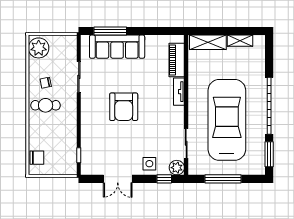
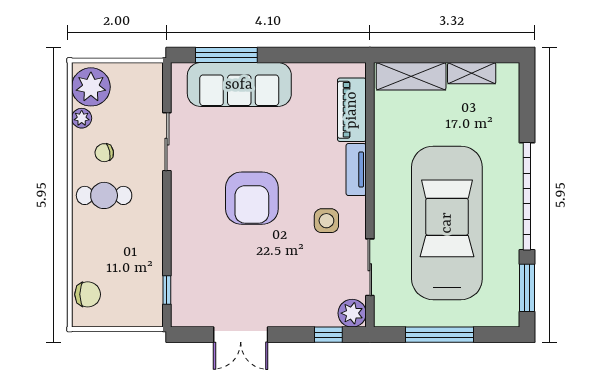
plant: (34, 64) -> (82, 118), added
side table: (149, 164) -> (326, 221), moved

